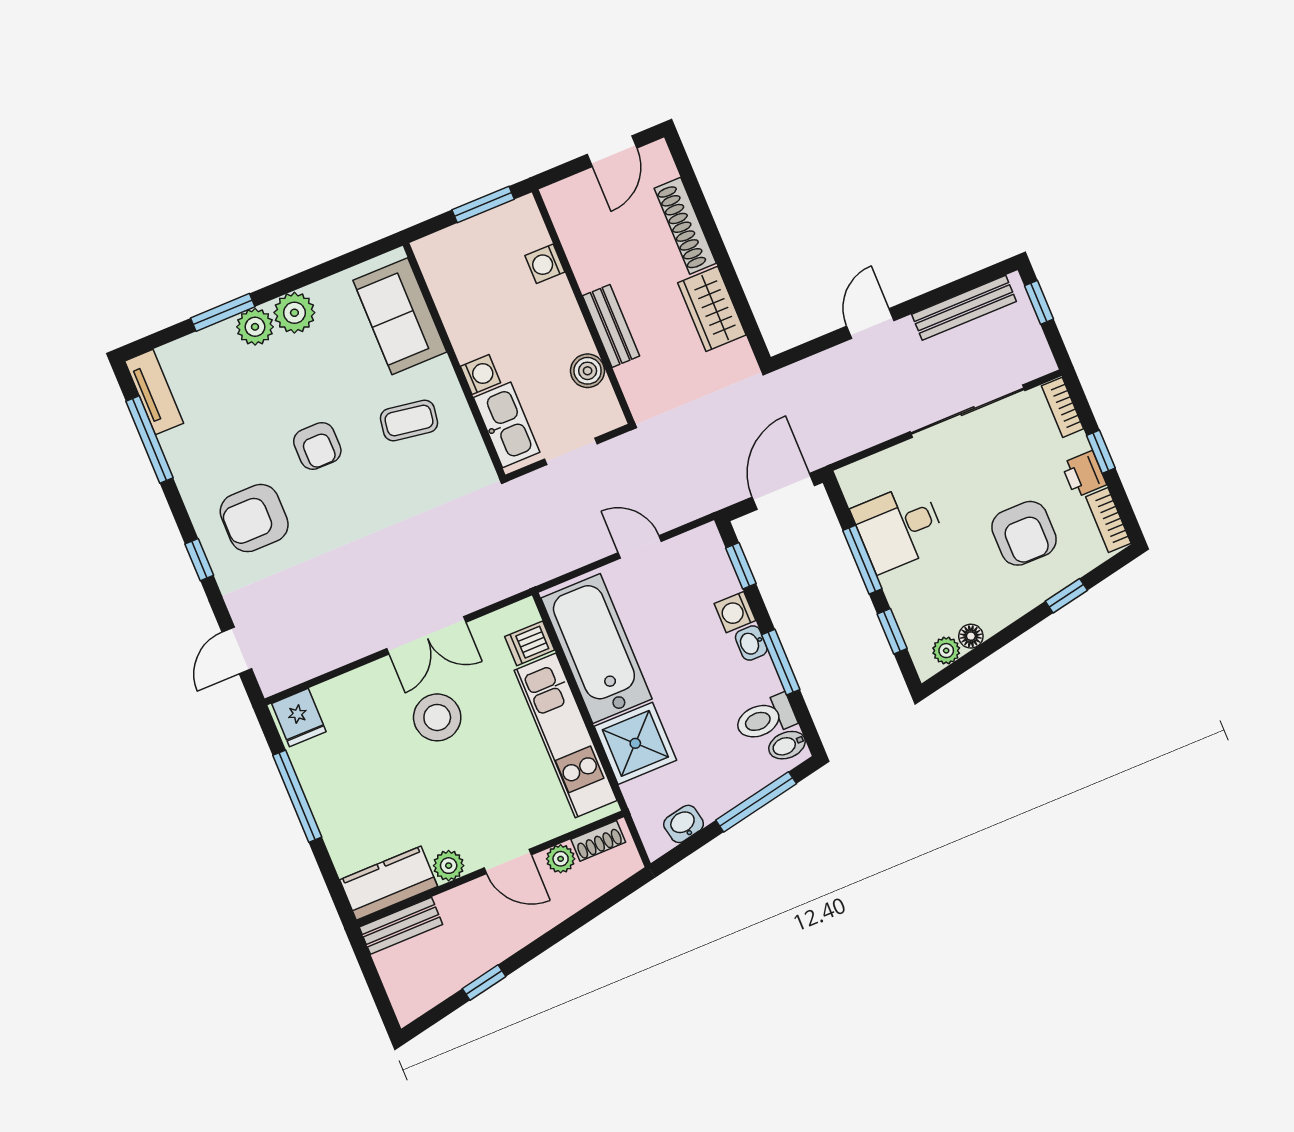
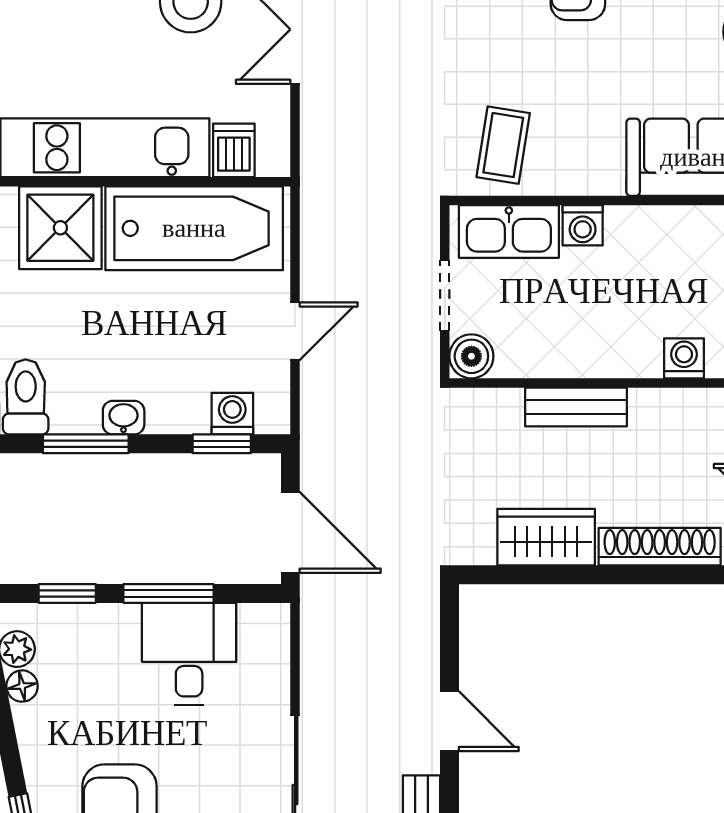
boiler: (588, 371) -> (471, 356), moved
coffee table: (409, 420) -> (503, 145), moved
washing machine: (735, 612) -> (232, 414), moved

